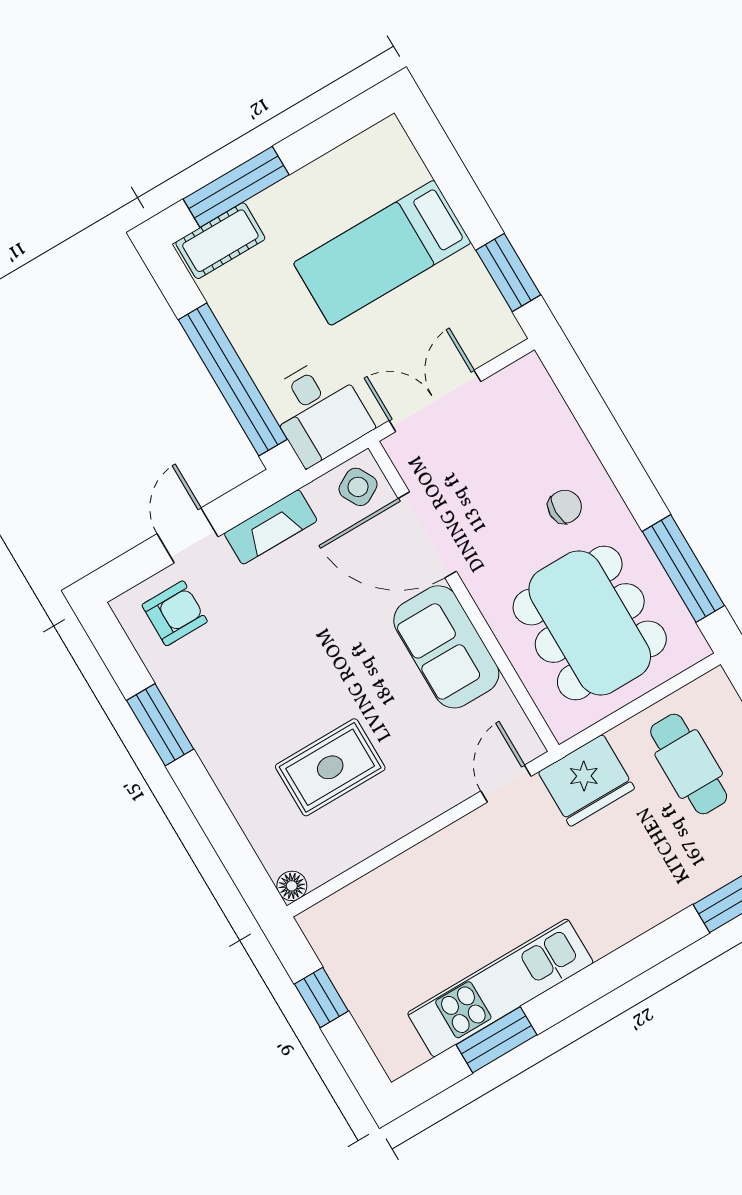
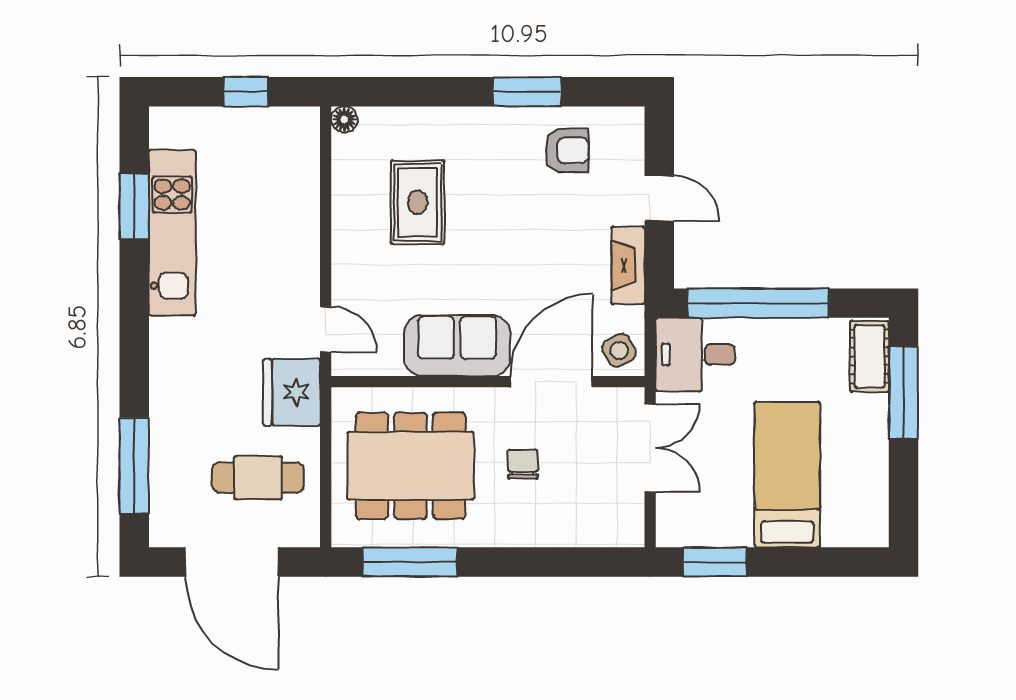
chair: (565, 507) -> (523, 464), moved, turned 180
armchair: (175, 613) -> (567, 150), moved, turned -90

